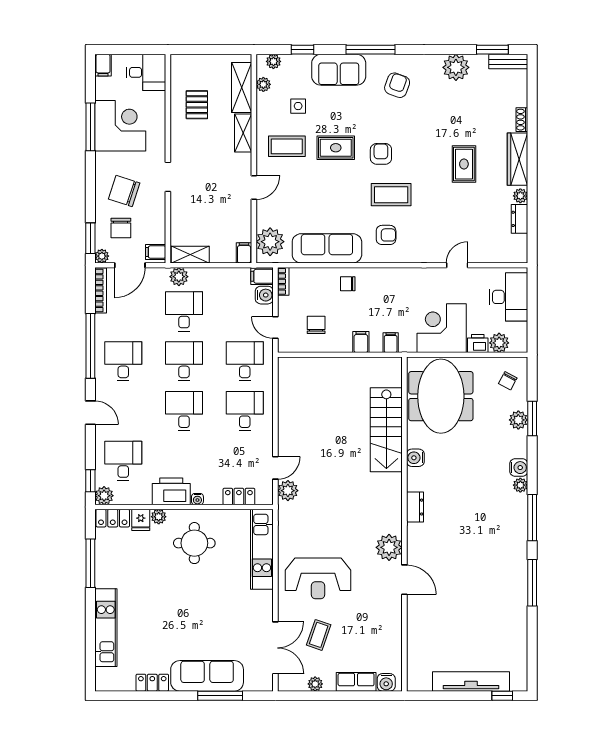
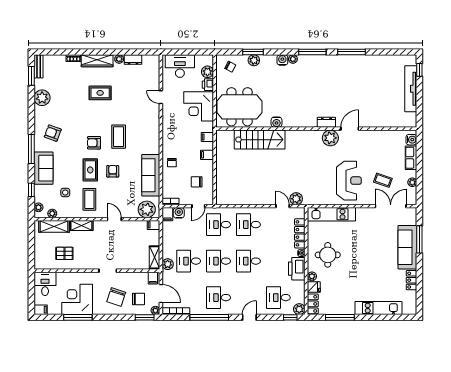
armchair: (386, 235) -> (113, 171), moved
locker: (239, 497) -> (300, 233), width x1.53
dresser: (415, 507) -> (326, 122), moved

